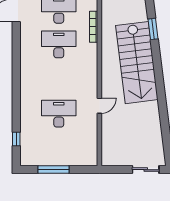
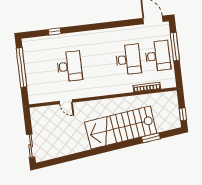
door: (99, 106) -> (66, 102), moved
window: (16, 139) -> (55, 32), moved
window: (54, 170) -> (21, 67), width x1.46

